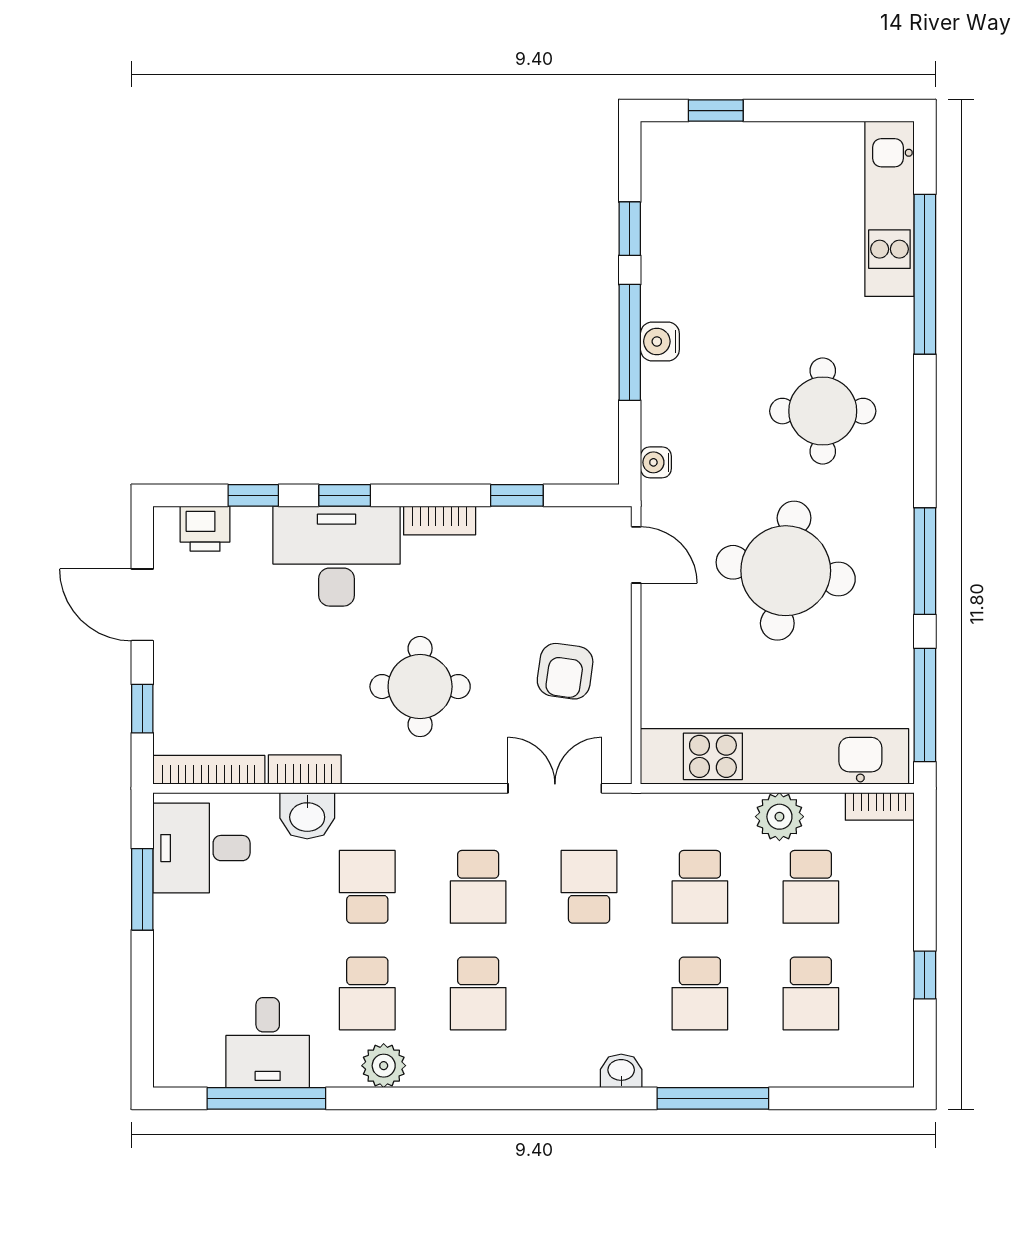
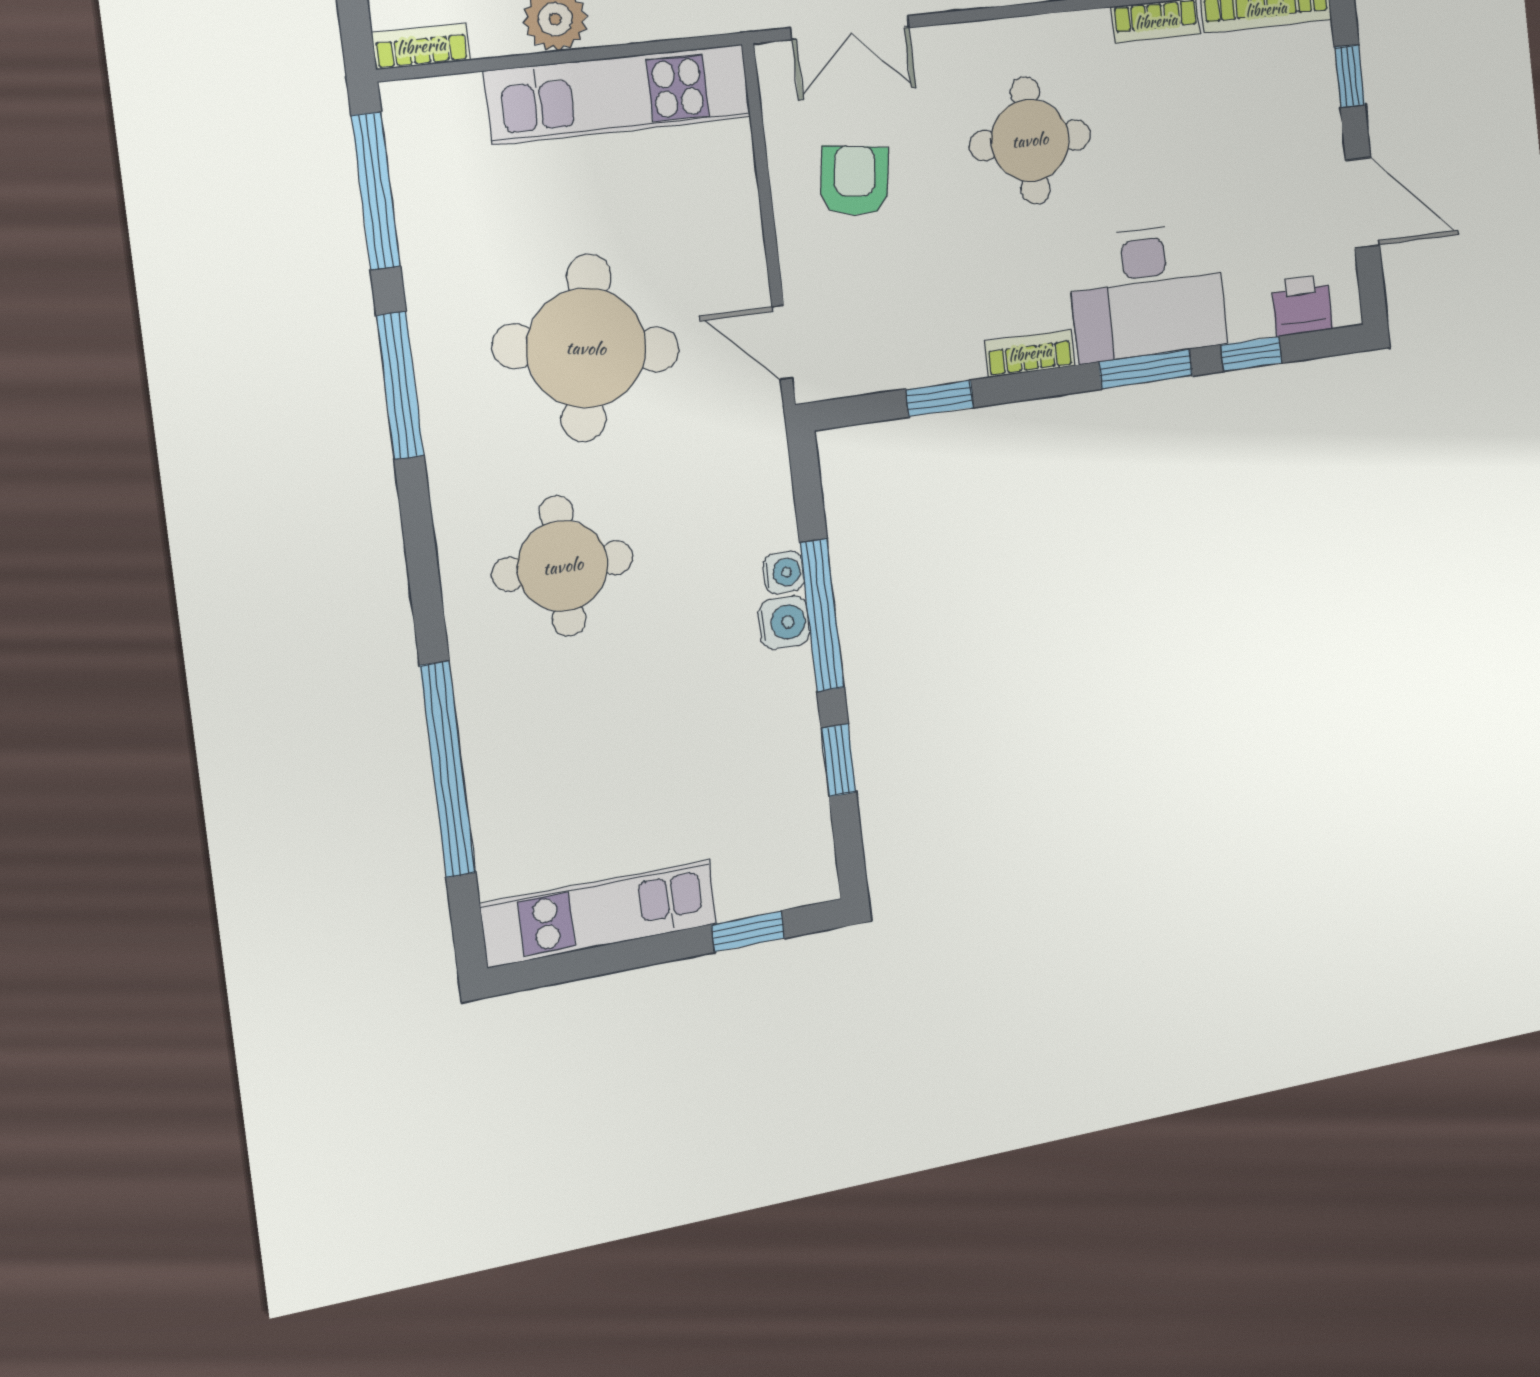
kitchen unit: (889, 209) -> (600, 914), moved, turned -90
water cooler: (656, 462) -> (783, 573), moved
window: (345, 495) -> (1146, 369), width x1.50
kitchen unit: (775, 756) -> (619, 94), width x0.73

